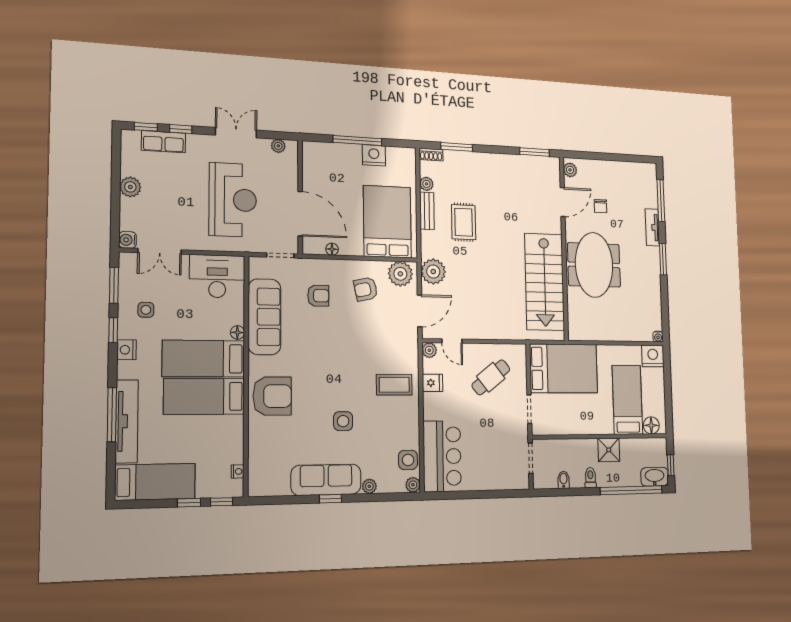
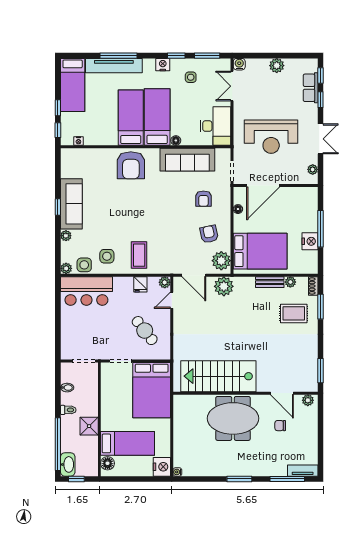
rug: (464, 222) -> (294, 313), moved
tv unit: (652, 227) -> (303, 471), moved
side table: (343, 421) -> (107, 256), moved

